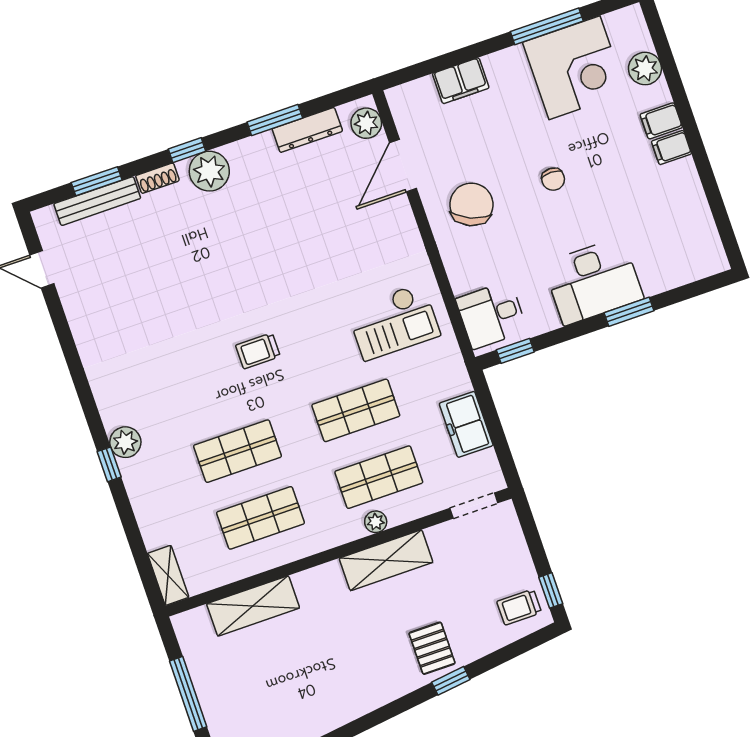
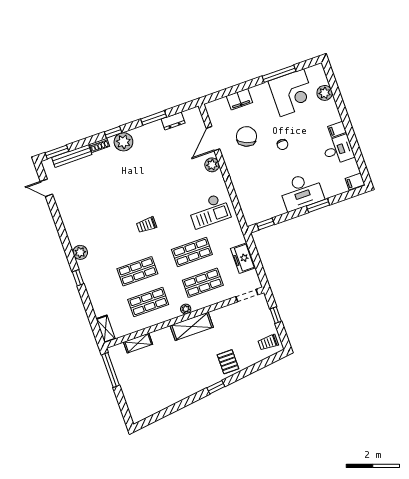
filing cabinet: (661, 121) -> (355, 182), moved
plant: (366, 123) -> (212, 165), moved
dresser: (307, 130) -> (173, 121), width x0.70
window: (97, 181) -> (57, 152), moved
chair: (471, 204) -> (246, 136), moved
desk: (492, 315) -> (338, 150), moved, turned 180
plant: (125, 442) -> (80, 252), moved
plant: (376, 522) -> (186, 309), moved
shelving: (386, 560) -> (192, 326), moved
window: (551, 590) -> (276, 315), moved
shelving: (253, 606) -> (138, 343), width x0.67, depth x0.75
window: (451, 681) -> (216, 387), moved
window: (188, 694) -> (111, 370), moved

